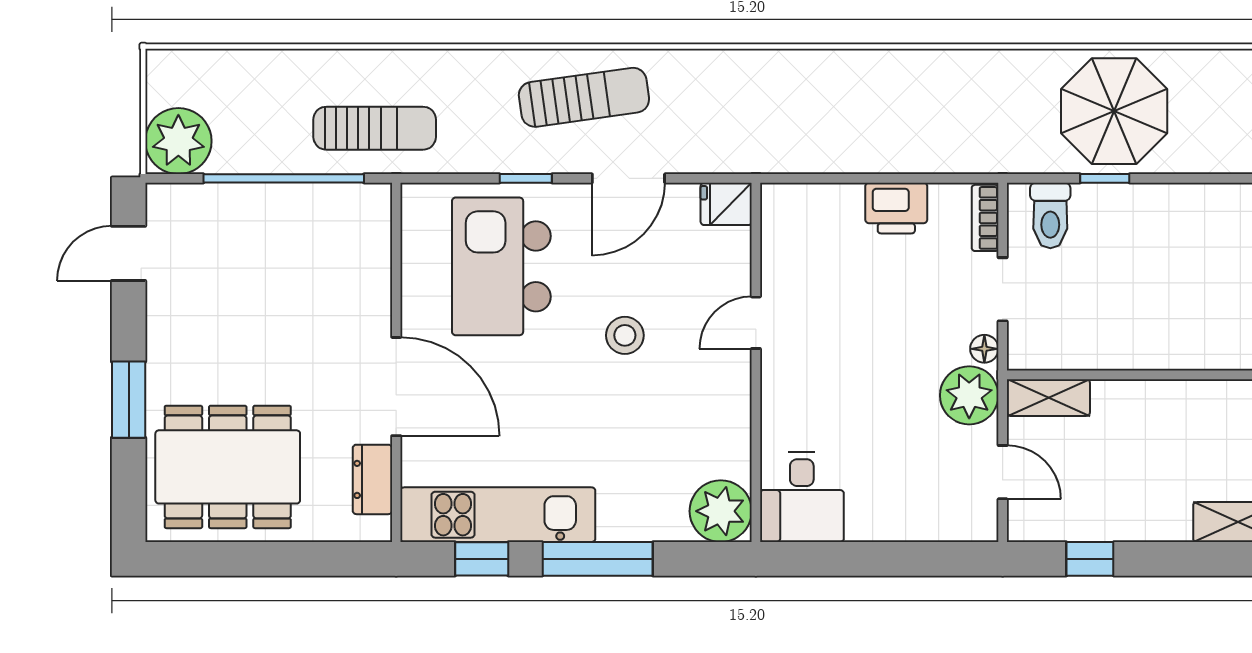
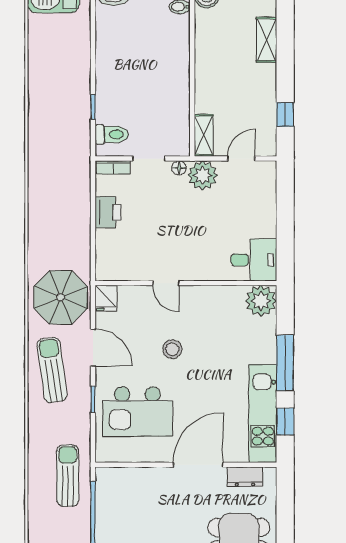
parasol: (1114, 111) -> (61, 297), moved

